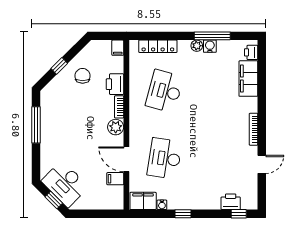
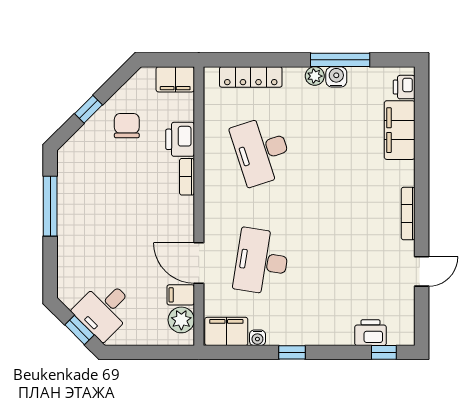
filing cabinet: (118, 48) -> (175, 79), width x2.00
desk: (164, 91) -> (262, 151), turned -33
plant: (116, 127) -> (181, 320), moved
desk: (65, 184) -> (104, 310), width x0.73

